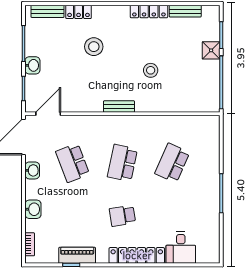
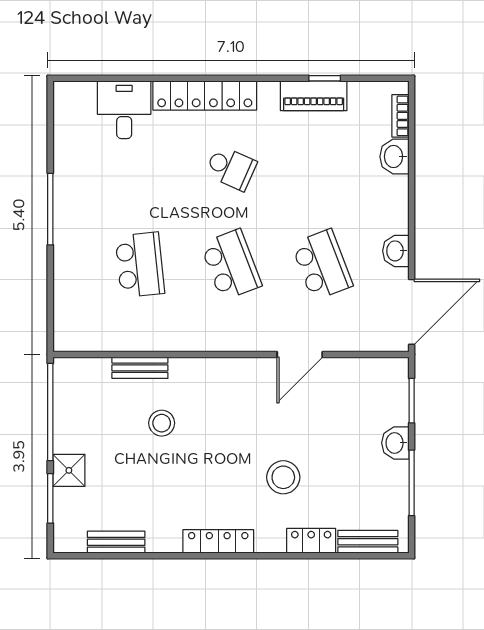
locker: (149, 11) -> (218, 541), moved
stool: (151, 70) -> (162, 423), moved
bench: (119, 107) -> (140, 368), moved
door: (48, 114) -> (300, 354), moved
school desk: (122, 163) -> (231, 265), turned -33
school desk: (172, 163) -> (140, 265), turned -30
washbasin: (33, 209) -> (394, 157), moved
school desk: (122, 216) -> (231, 168), turned 33

